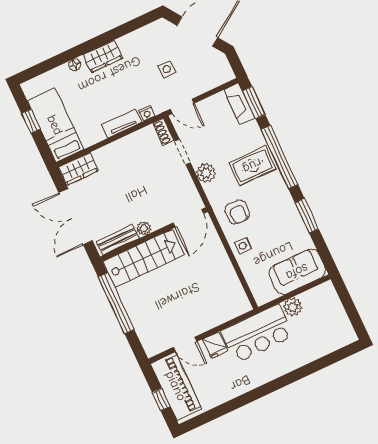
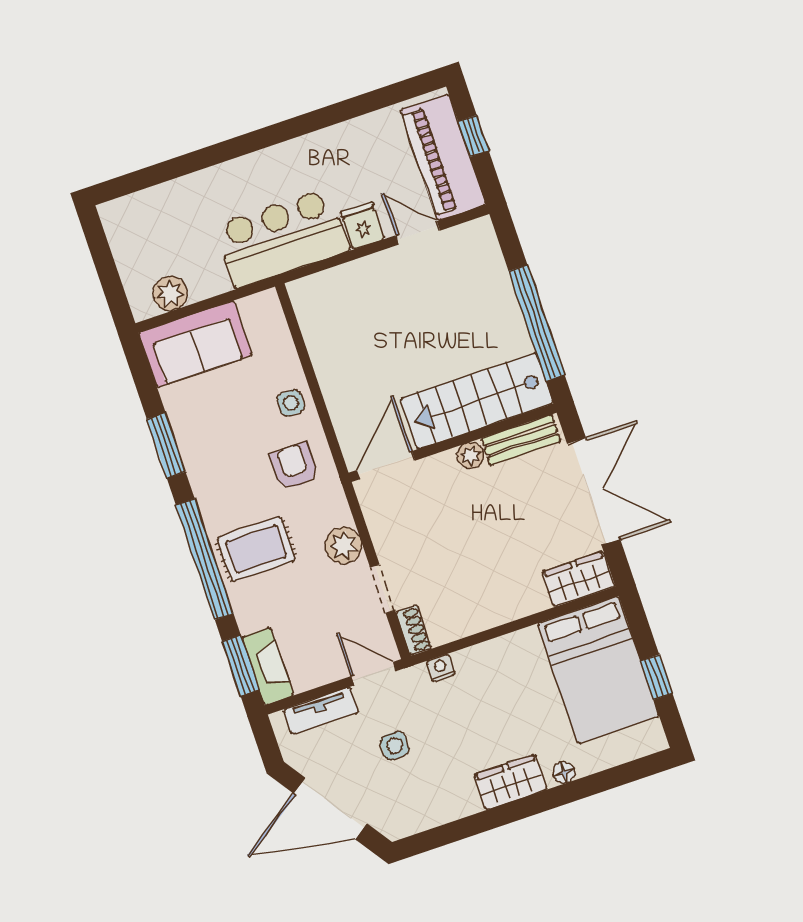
tv unit: (122, 124) -> (321, 711), moved
bed: (55, 125) -> (598, 670), width x1.50
plant: (293, 307) -> (170, 293), moved

